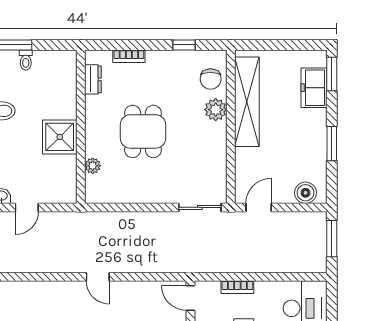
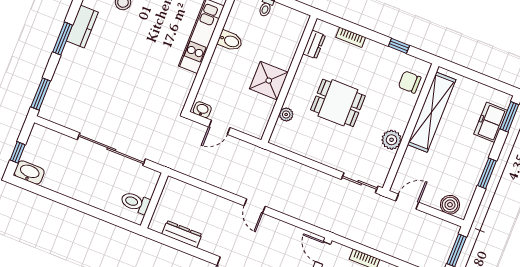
chair: (211, 79) -> (410, 82), turned 90
plant: (216, 110) -> (392, 140), moved
dining table: (143, 131) -> (338, 103), turned 90

